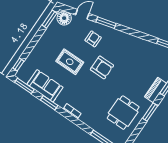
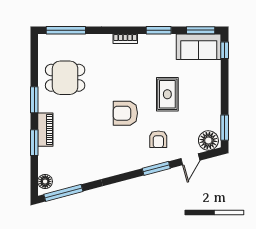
rug: (70, 62) -> (167, 94), turned 90
sofa: (45, 86) -> (199, 47), moved
dining table: (123, 113) -> (65, 78), turned 90

